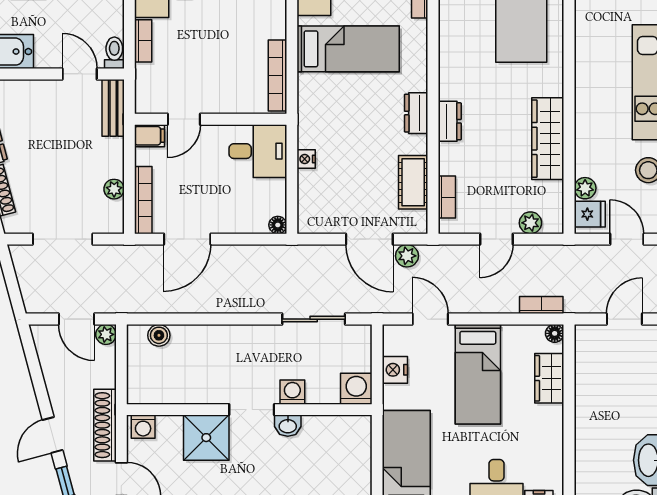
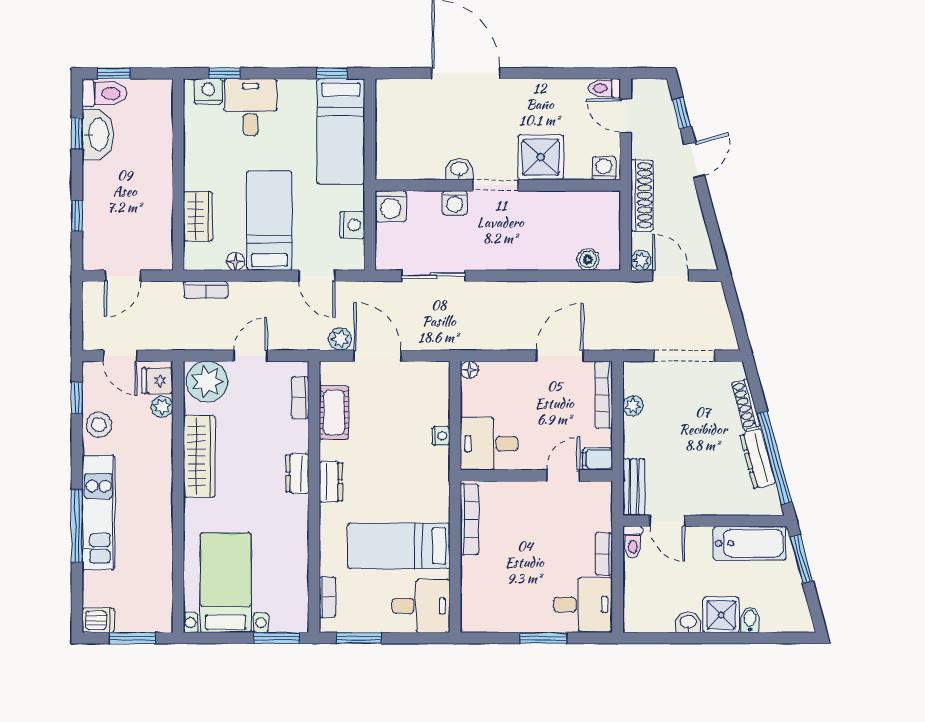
plant: (530, 223) -> (207, 382), width x1.87, depth x1.87
floor lamp: (555, 333) -> (236, 261), moved
shoe rack: (105, 425) -> (642, 195), moved

